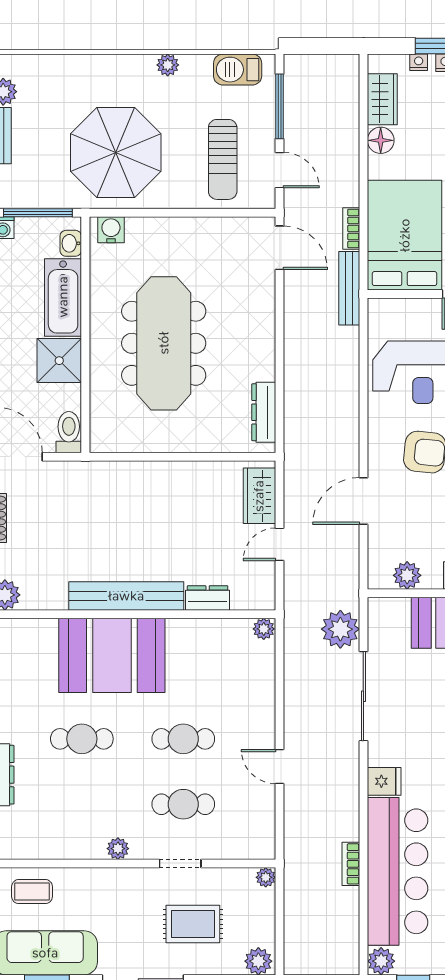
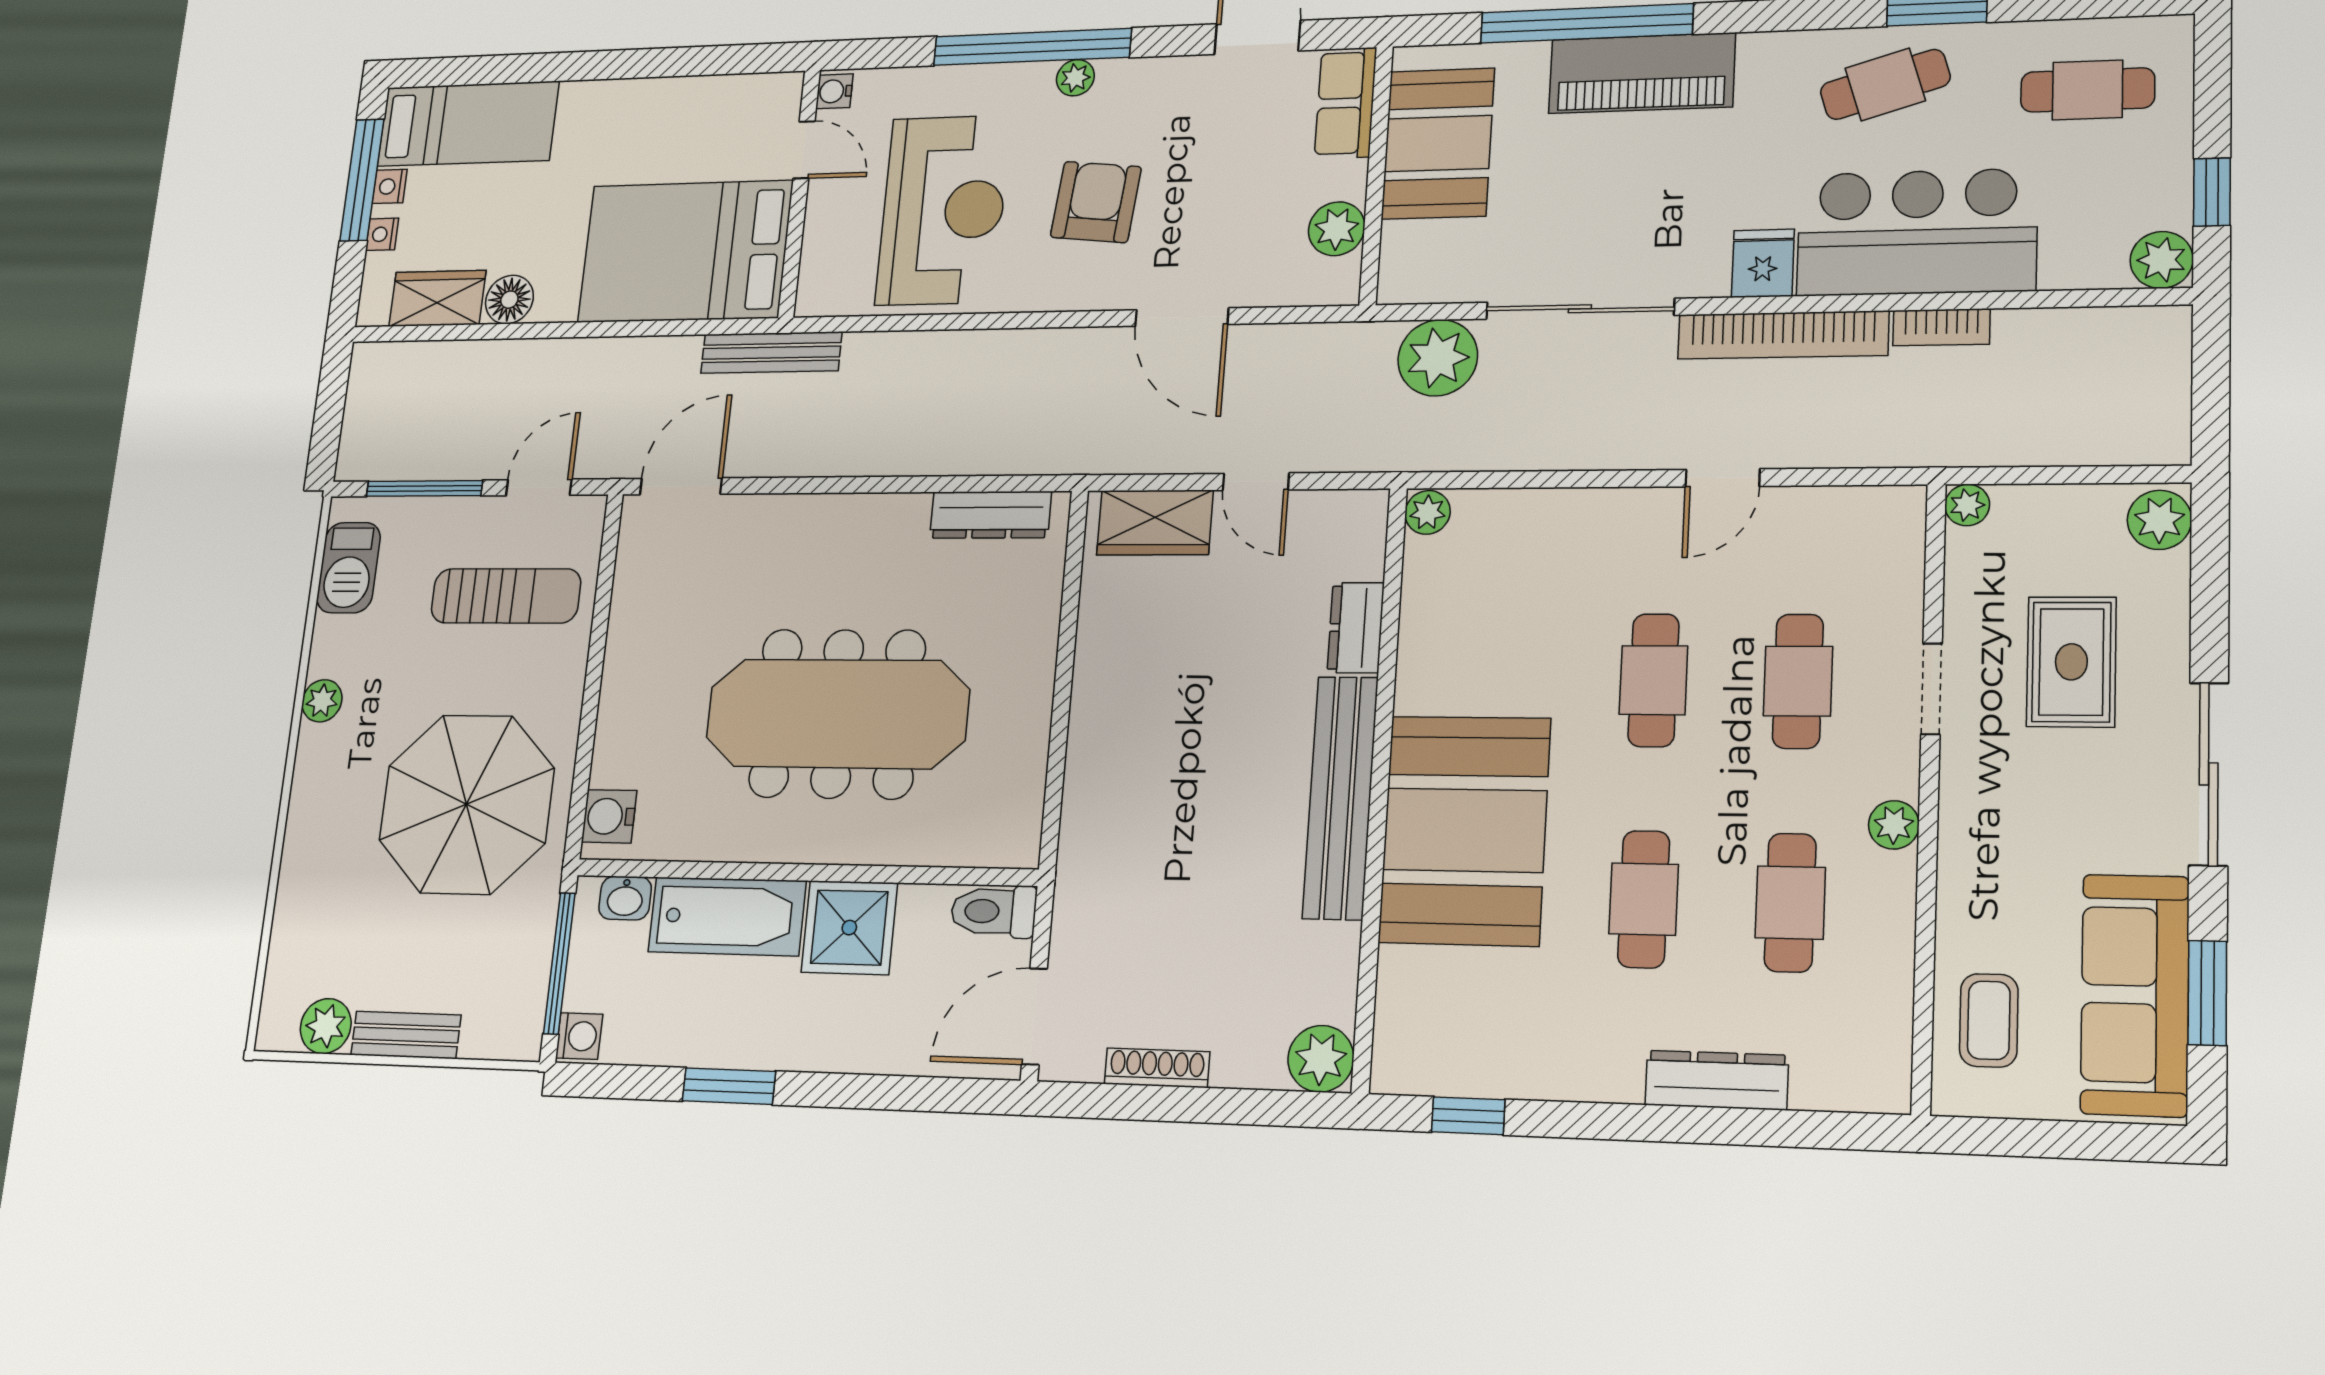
bookcase: (351, 228) -> (1783, 335), moved, width x2.31, depth x1.31
cafe table: (82, 804) -> (1790, 903), added
bar counter: (398, 871) -> (1917, 232), width x0.73

